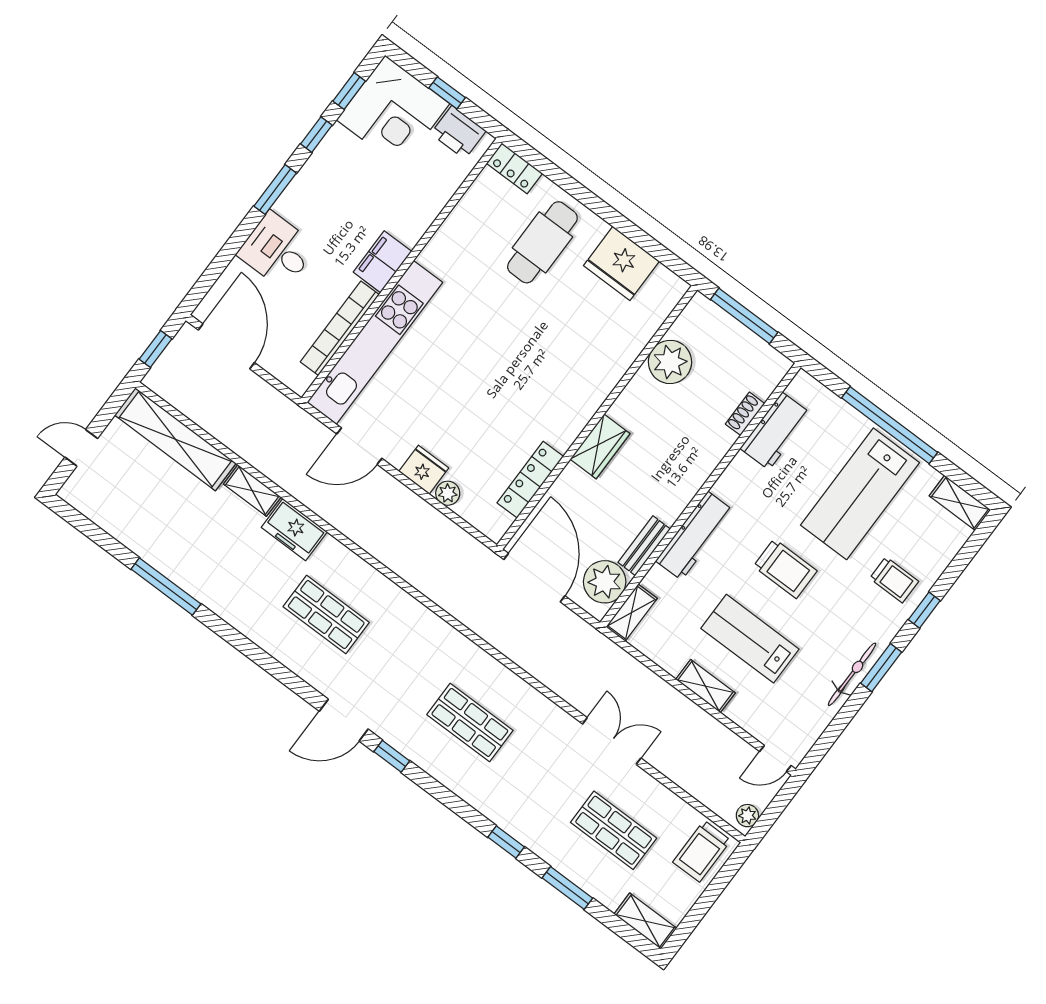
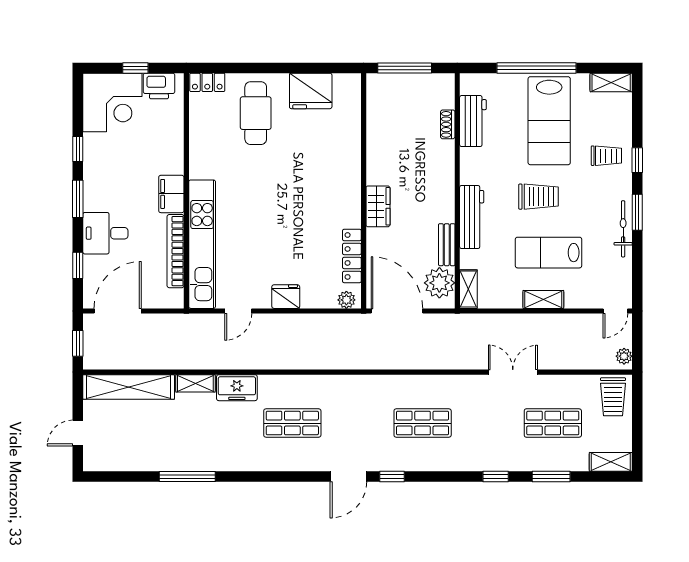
window: (349, 91) -> (78, 265), moved
door: (226, 346) -> (118, 311), hinge flipped
plant: (670, 362) -> (382, 127), removed
door: (359, 446) -> (238, 311), width x0.73
plant: (448, 493) -> (346, 300), moved

